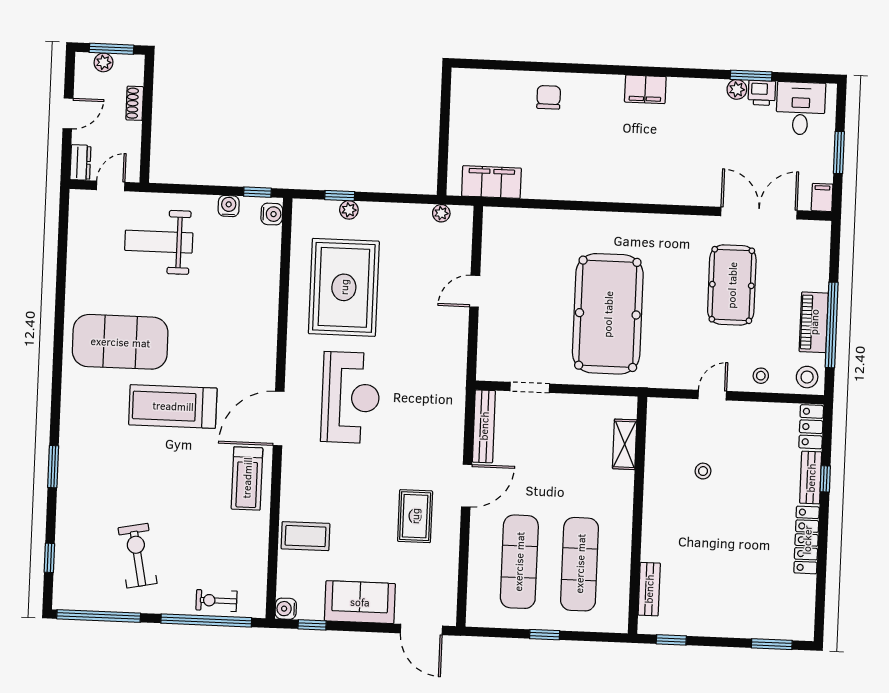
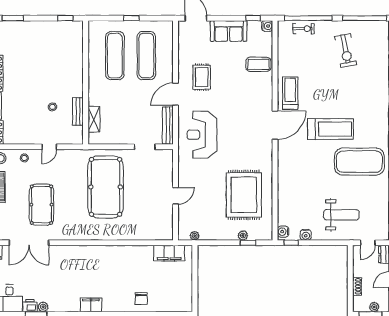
reception desk: (351, 397) -> (202, 135), moved
bench: (649, 589) -> (78, 111), moved

